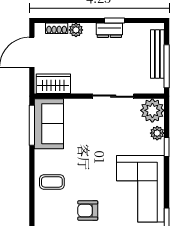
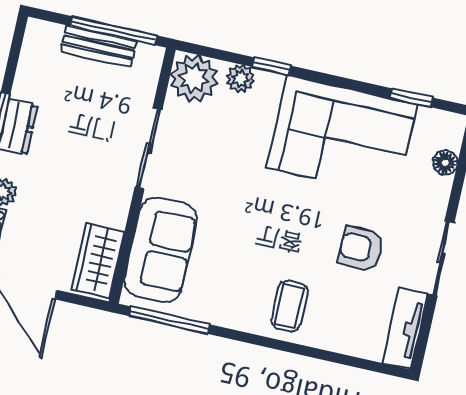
bench: (157, 54) -> (98, 46), width x0.73
sofa: (49, 124) -> (161, 250), moved, turned 90
armchair: (88, 210) -> (361, 248), turned 90

